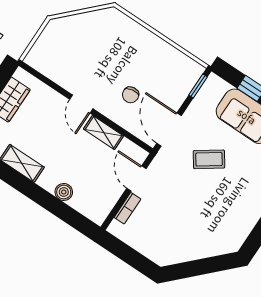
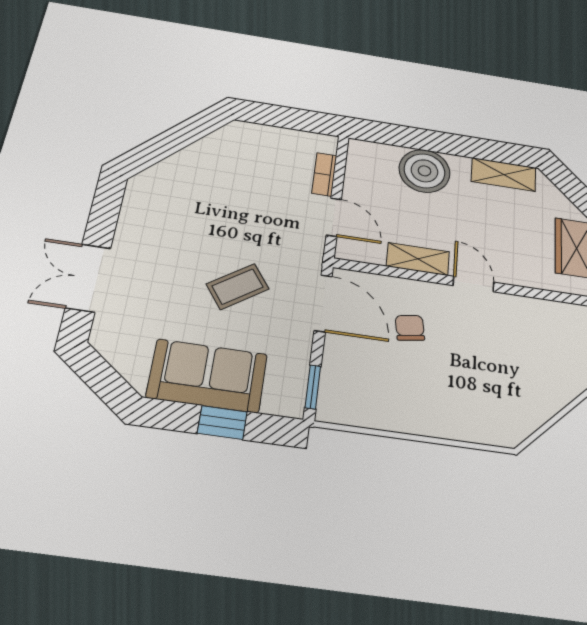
boiler: (64, 192) -> (424, 171), width x1.86, depth x1.86

